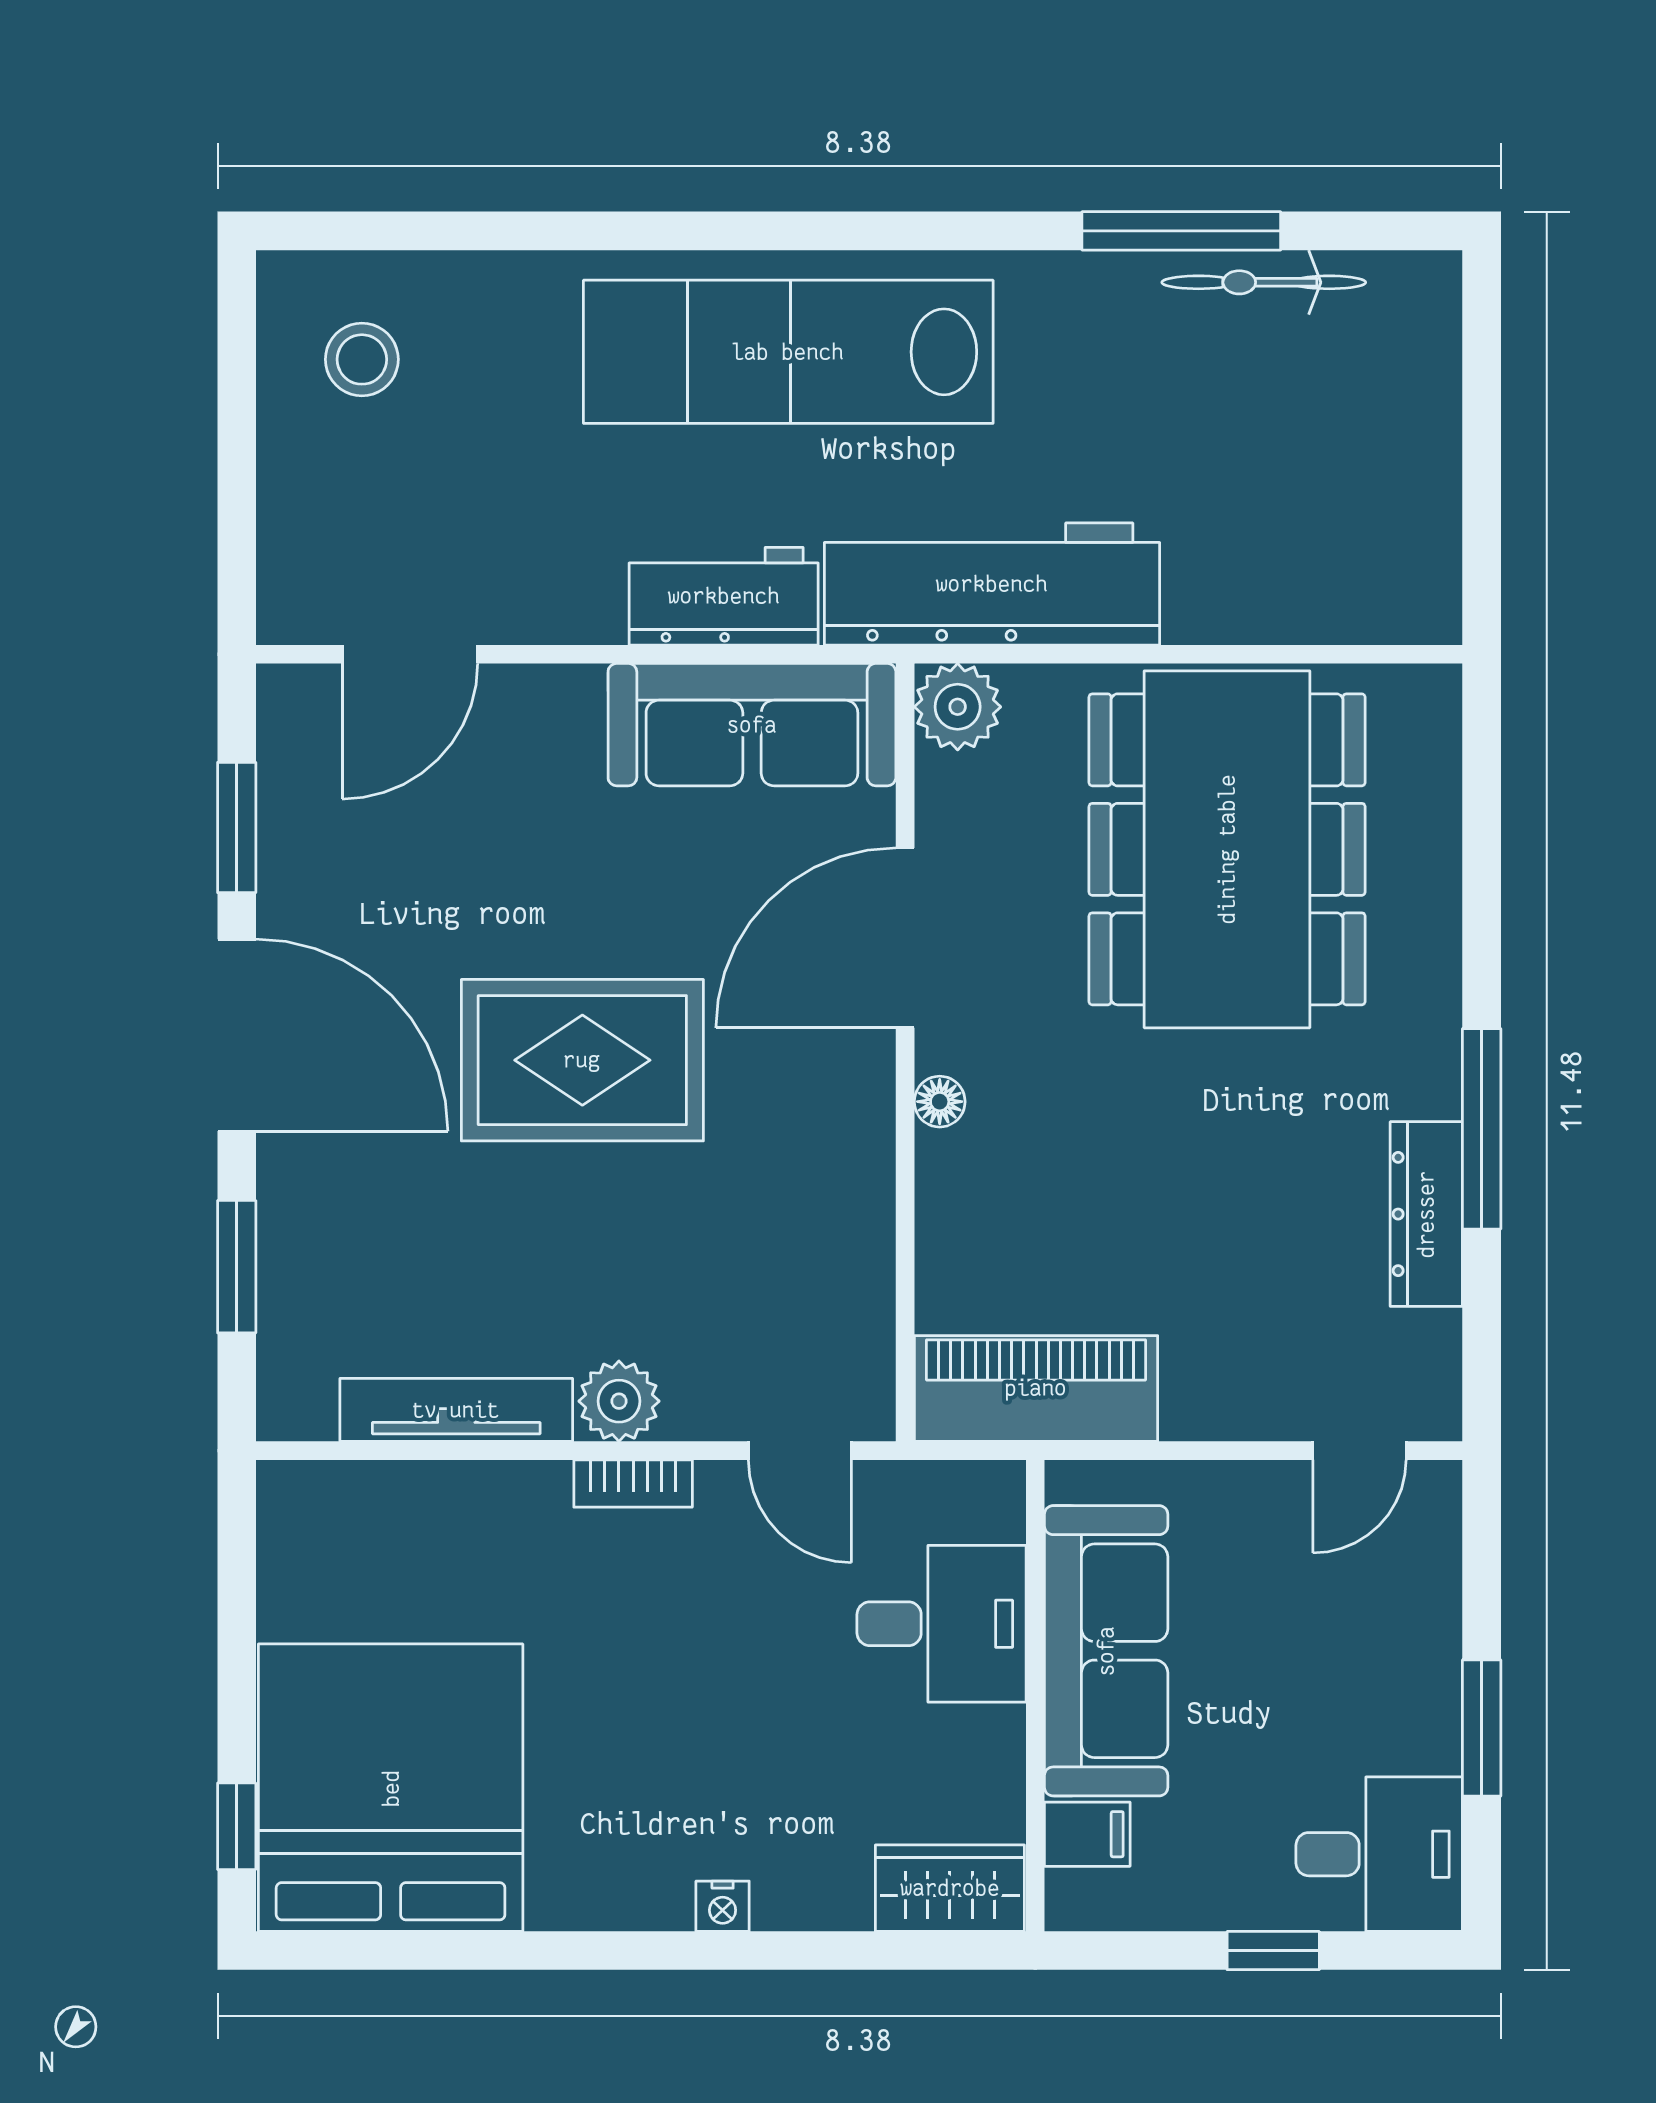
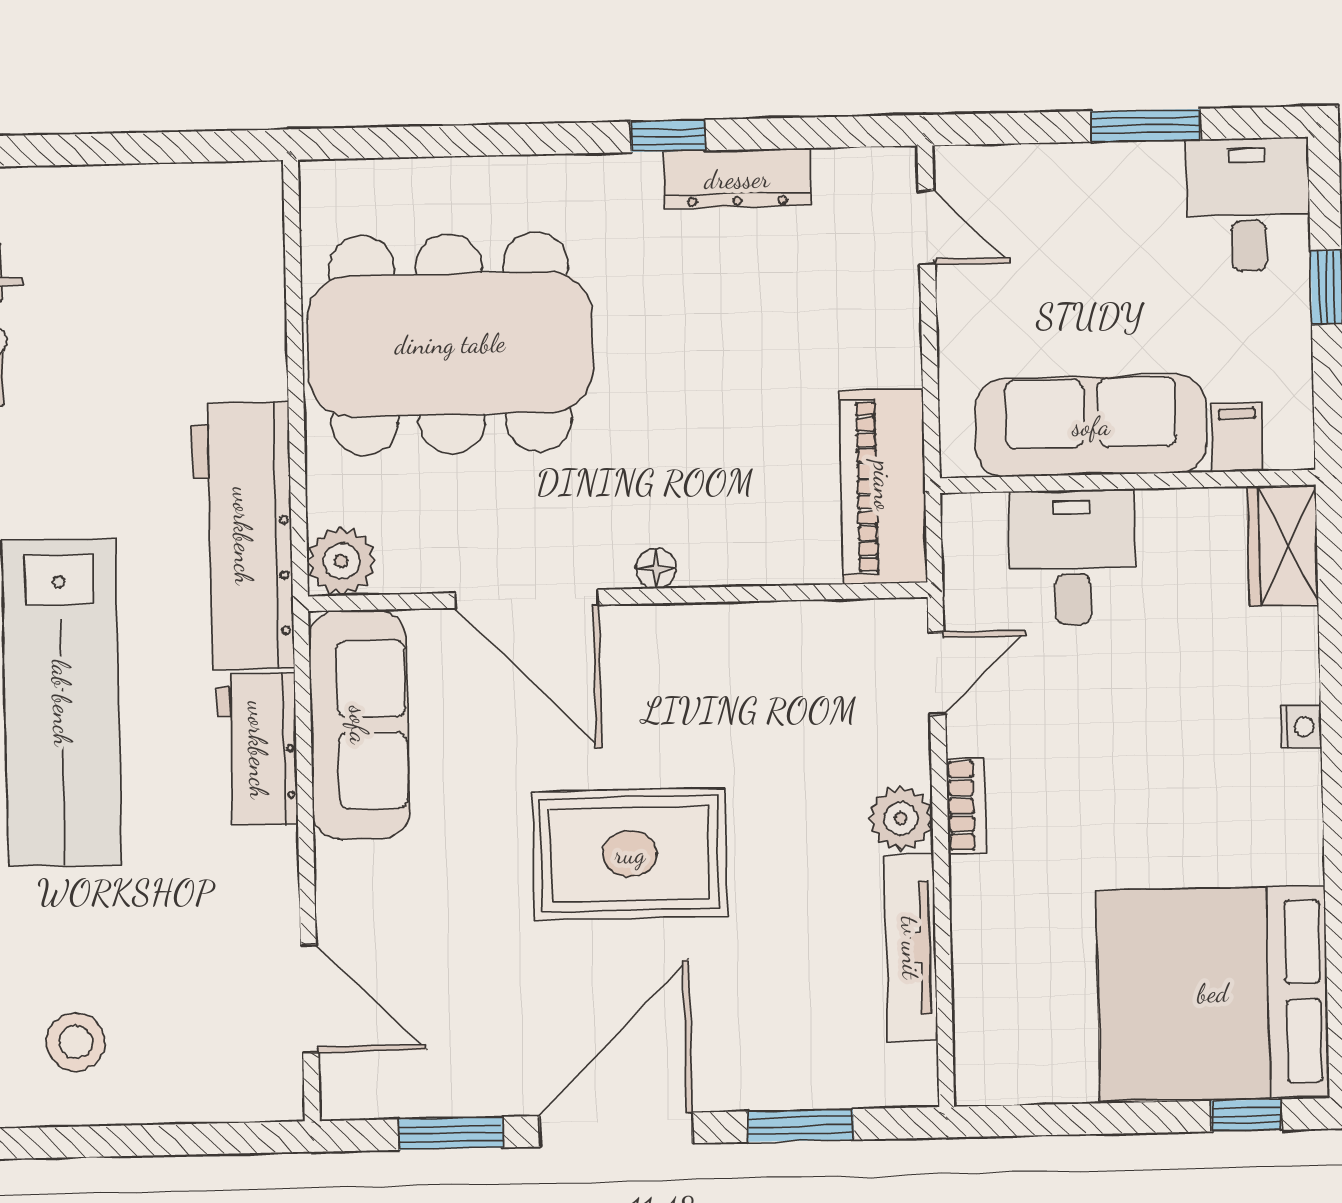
rug: (582, 1060) -> (630, 854), turned 90
window: (1482, 1129) -> (668, 136), width x0.46

